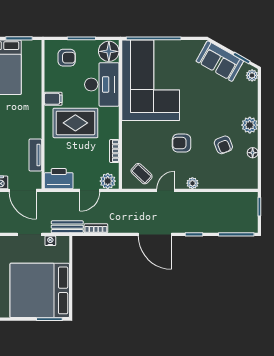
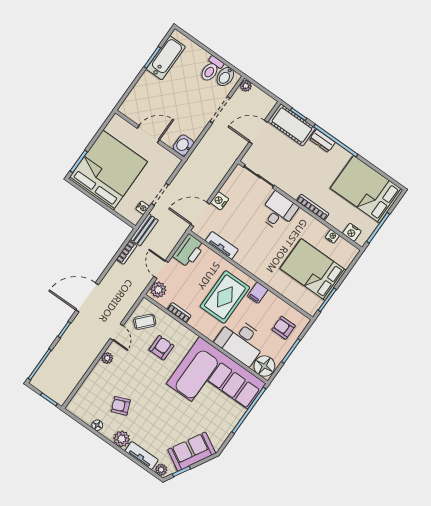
armchair: (67, 58) -> (284, 328), turned 90
tv unit: (252, 99) -> (142, 455), added
armchair: (182, 143) -> (161, 348), moved

